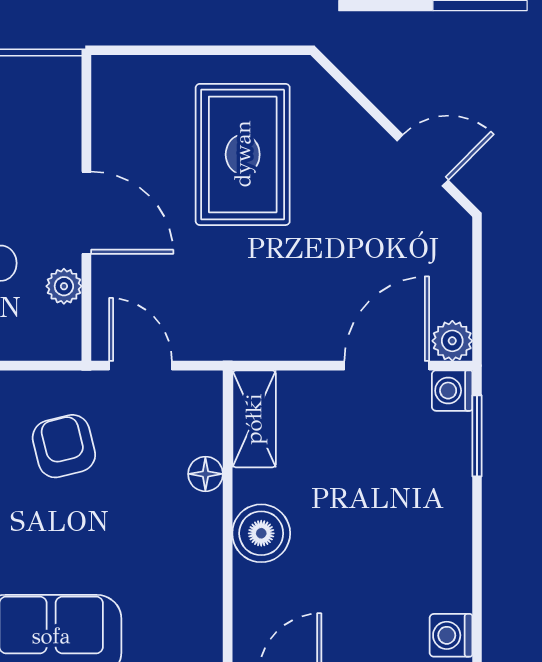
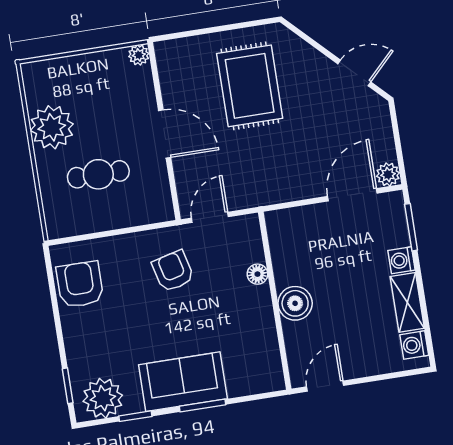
plant: (64, 286) -> (139, 55), moved
door: (140, 366) -> (210, 217), hinge flipped
washing machine: (452, 391) -> (401, 260), moved
shelving: (254, 419) -> (407, 302), moved

